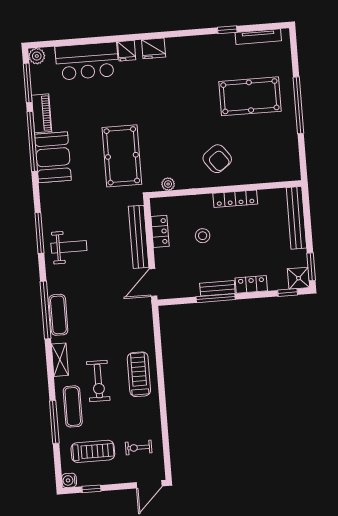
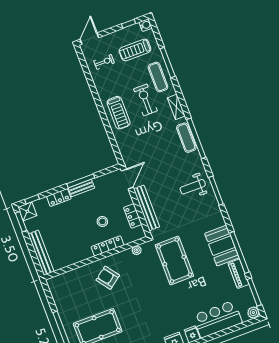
locker: (235, 199) -> (108, 246), moved

